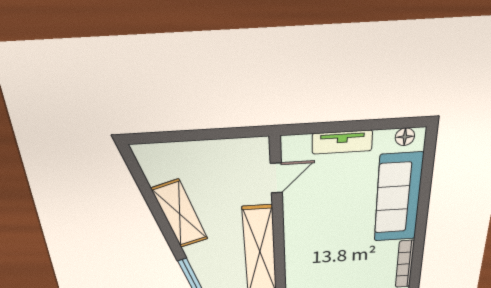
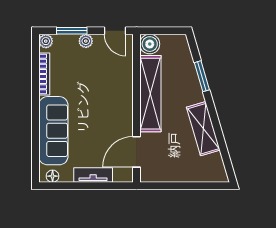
door: (276, 178) -> (136, 152), width x1.38

